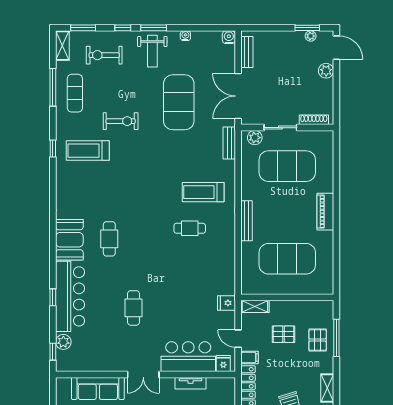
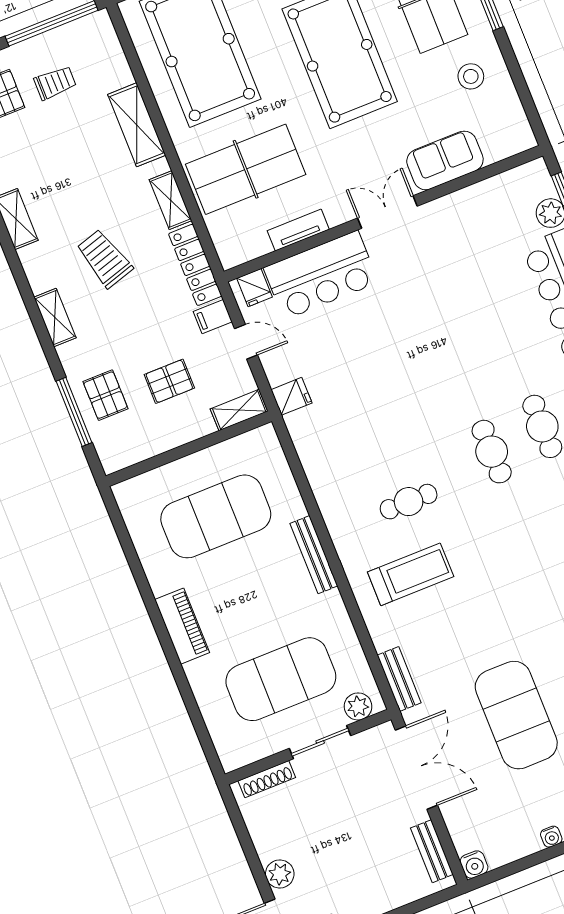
cafe table: (134, 308) -> (492, 452), moved
sofa: (98, 389) -> (445, 160), width x0.73

